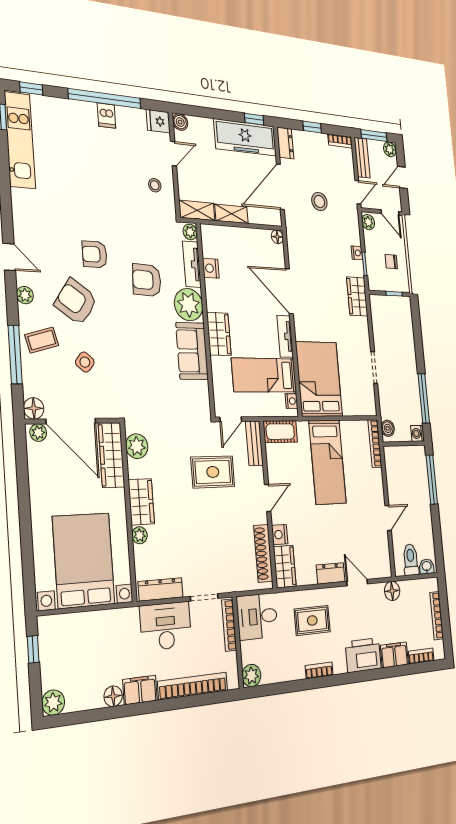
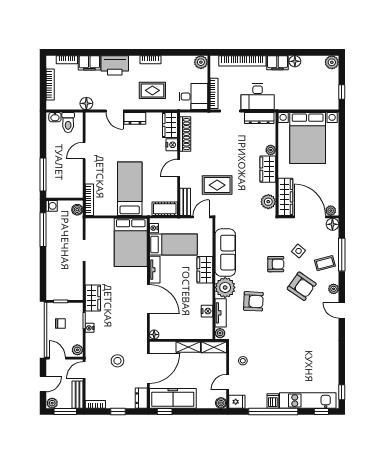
kitchen unit: (20, 140) -> (308, 401), moved, turned 90
armchair: (95, 254) -> (276, 264), moved
sofa: (192, 351) -> (225, 253), width x1.36

